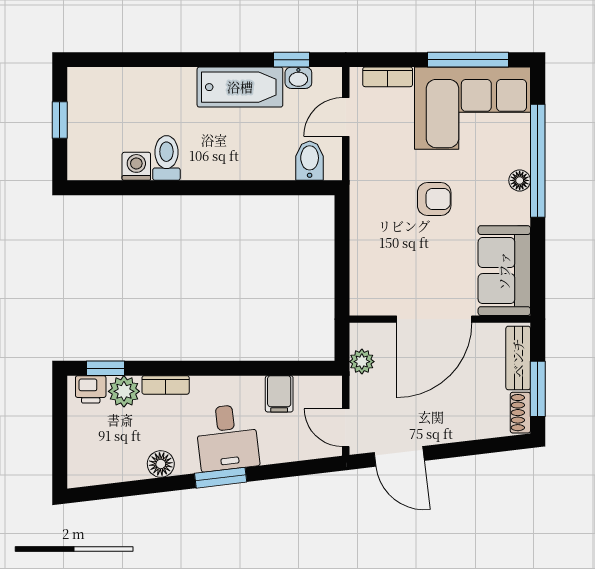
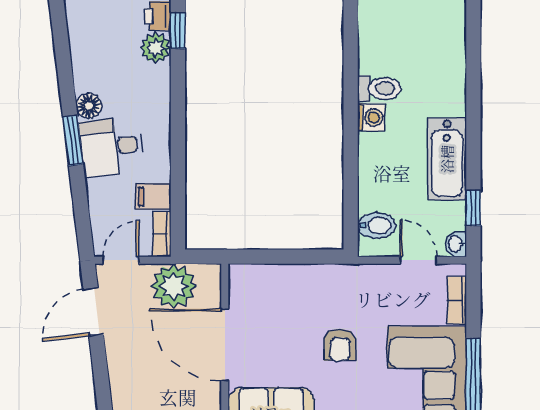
washbasin: (298, 78) -> (456, 244), moved
washing machine: (136, 166) -> (371, 117), moved
plant: (362, 362) -> (174, 286), width x1.88, depth x1.88
bookcase: (166, 385) -> (162, 234), moved
floor lamp: (161, 464) -> (89, 106), moved

